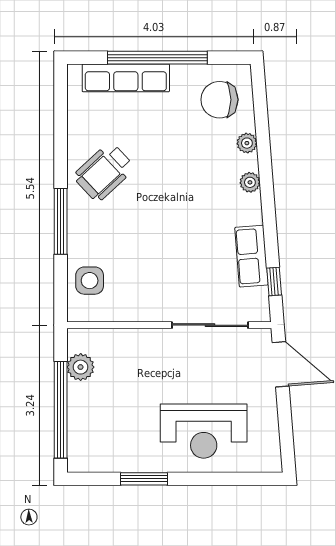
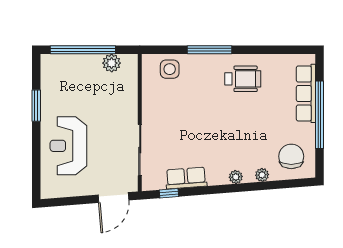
wheelchair: (104, 172) -> (243, 79), turned 133

